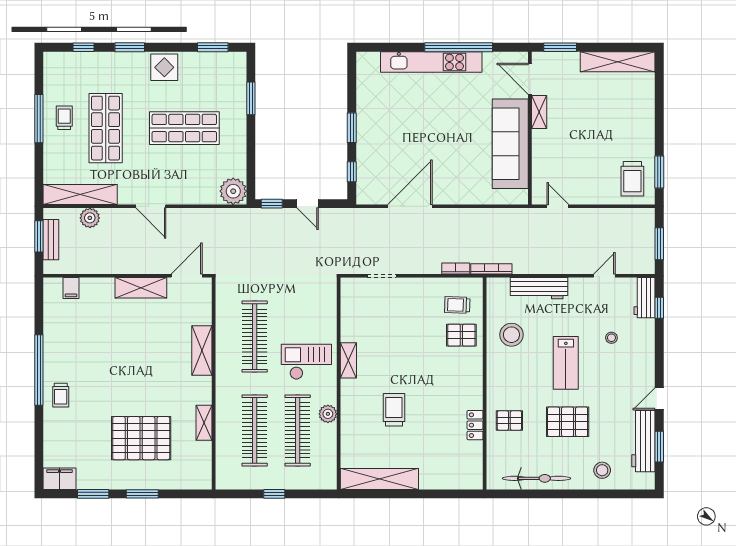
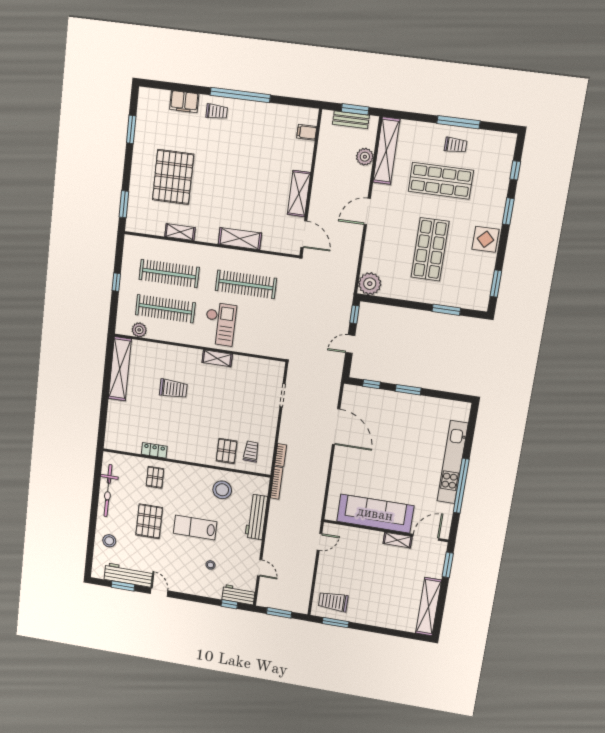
trolley: (61, 395) -> (217, 112), turned 180
plant: (328, 414) -> (139, 330), moved
filing cabinet: (60, 479) -> (184, 102), moved, turned 90
window: (142, 494) -> (124, 204), moved

